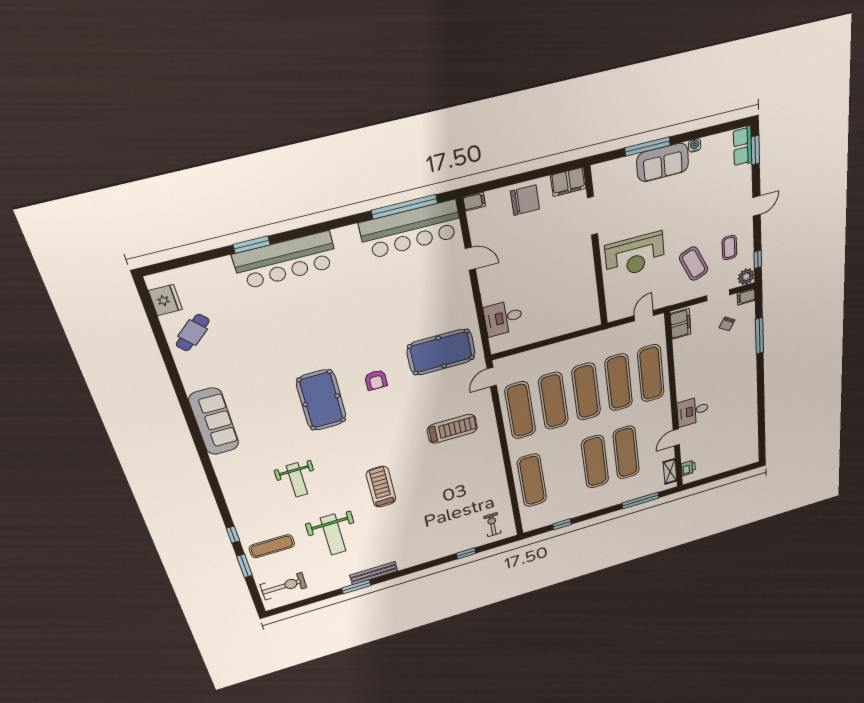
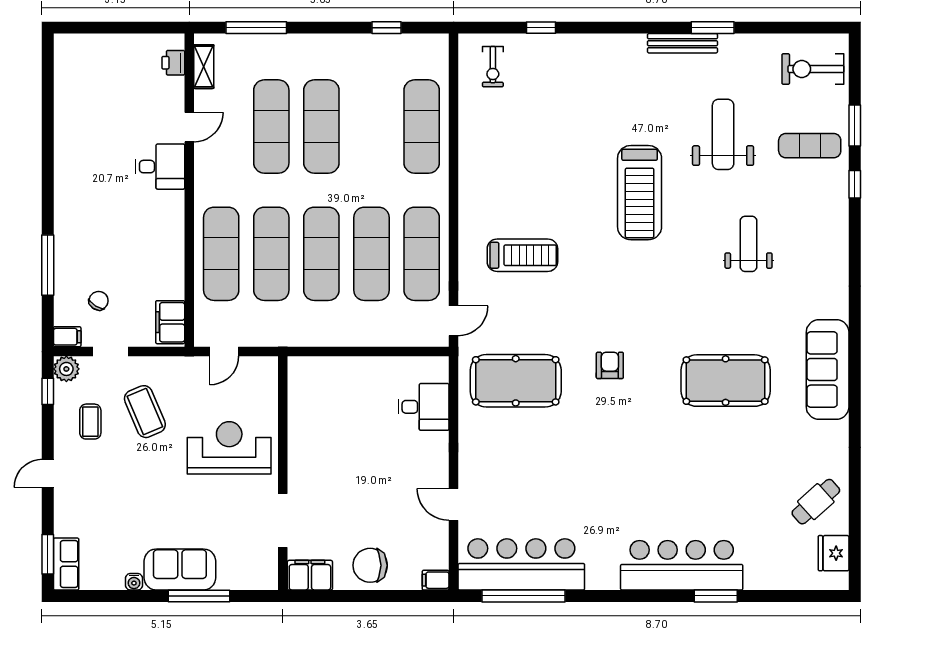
pool table: (321, 400) -> (726, 381), moved, turned 90
treadmill: (452, 429) -> (522, 255), turned 180
treadmill: (381, 487) -> (640, 193), width x1.37, depth x1.37

